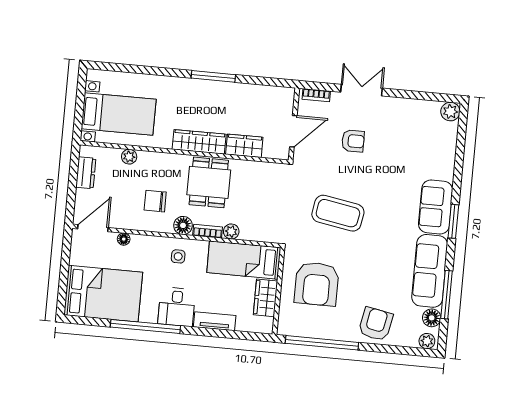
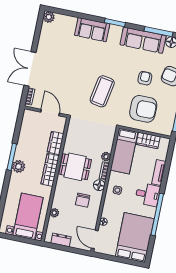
plant: (199, 89) -> (19, 166), added
double door: (361, 90) -> (30, 69), width x1.37
armchair: (353, 141) -> (145, 78), moved
sofa: (436, 207) -> (92, 30), moved

